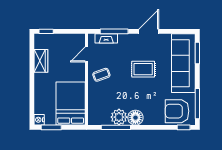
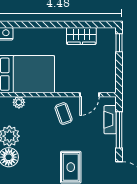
door: (87, 54) -> (90, 95), swing flipped
plant: (93, 110) -> (19, 102), added

